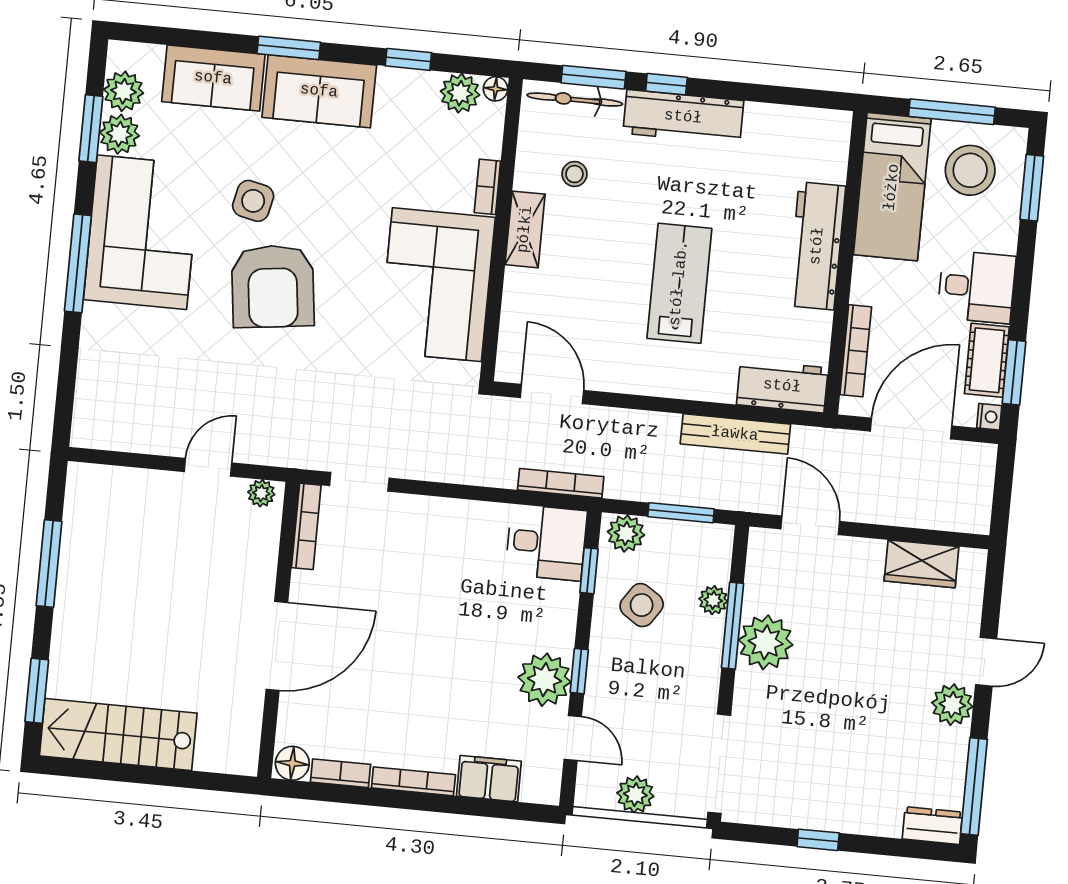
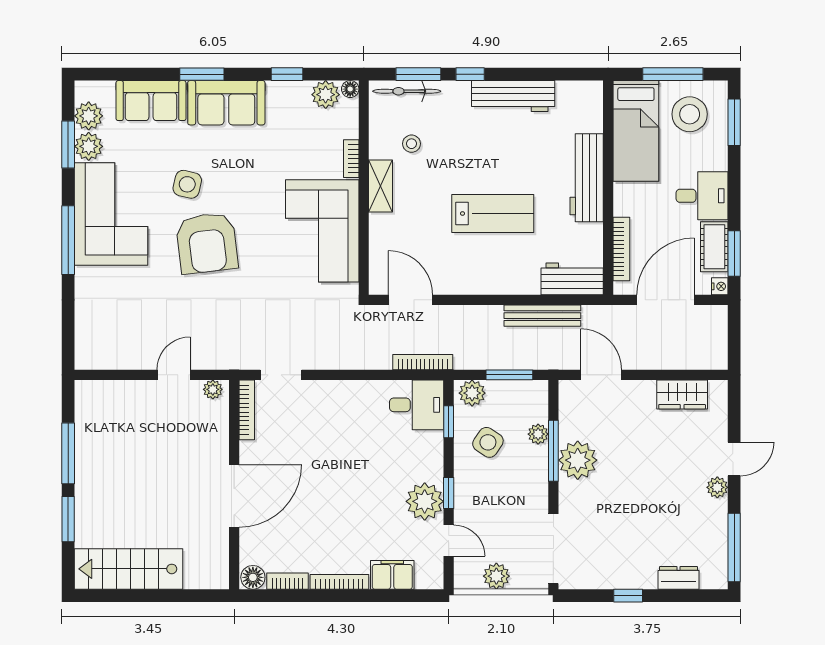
workbench: (683, 117) -> (513, 96), moved
lab bench: (679, 283) -> (493, 213), turned 90
window: (37, 691) -> (68, 519), moved
plant: (952, 705) -> (717, 487), width x0.73, depth x0.73
dresser: (932, 826) -> (679, 578), moved

